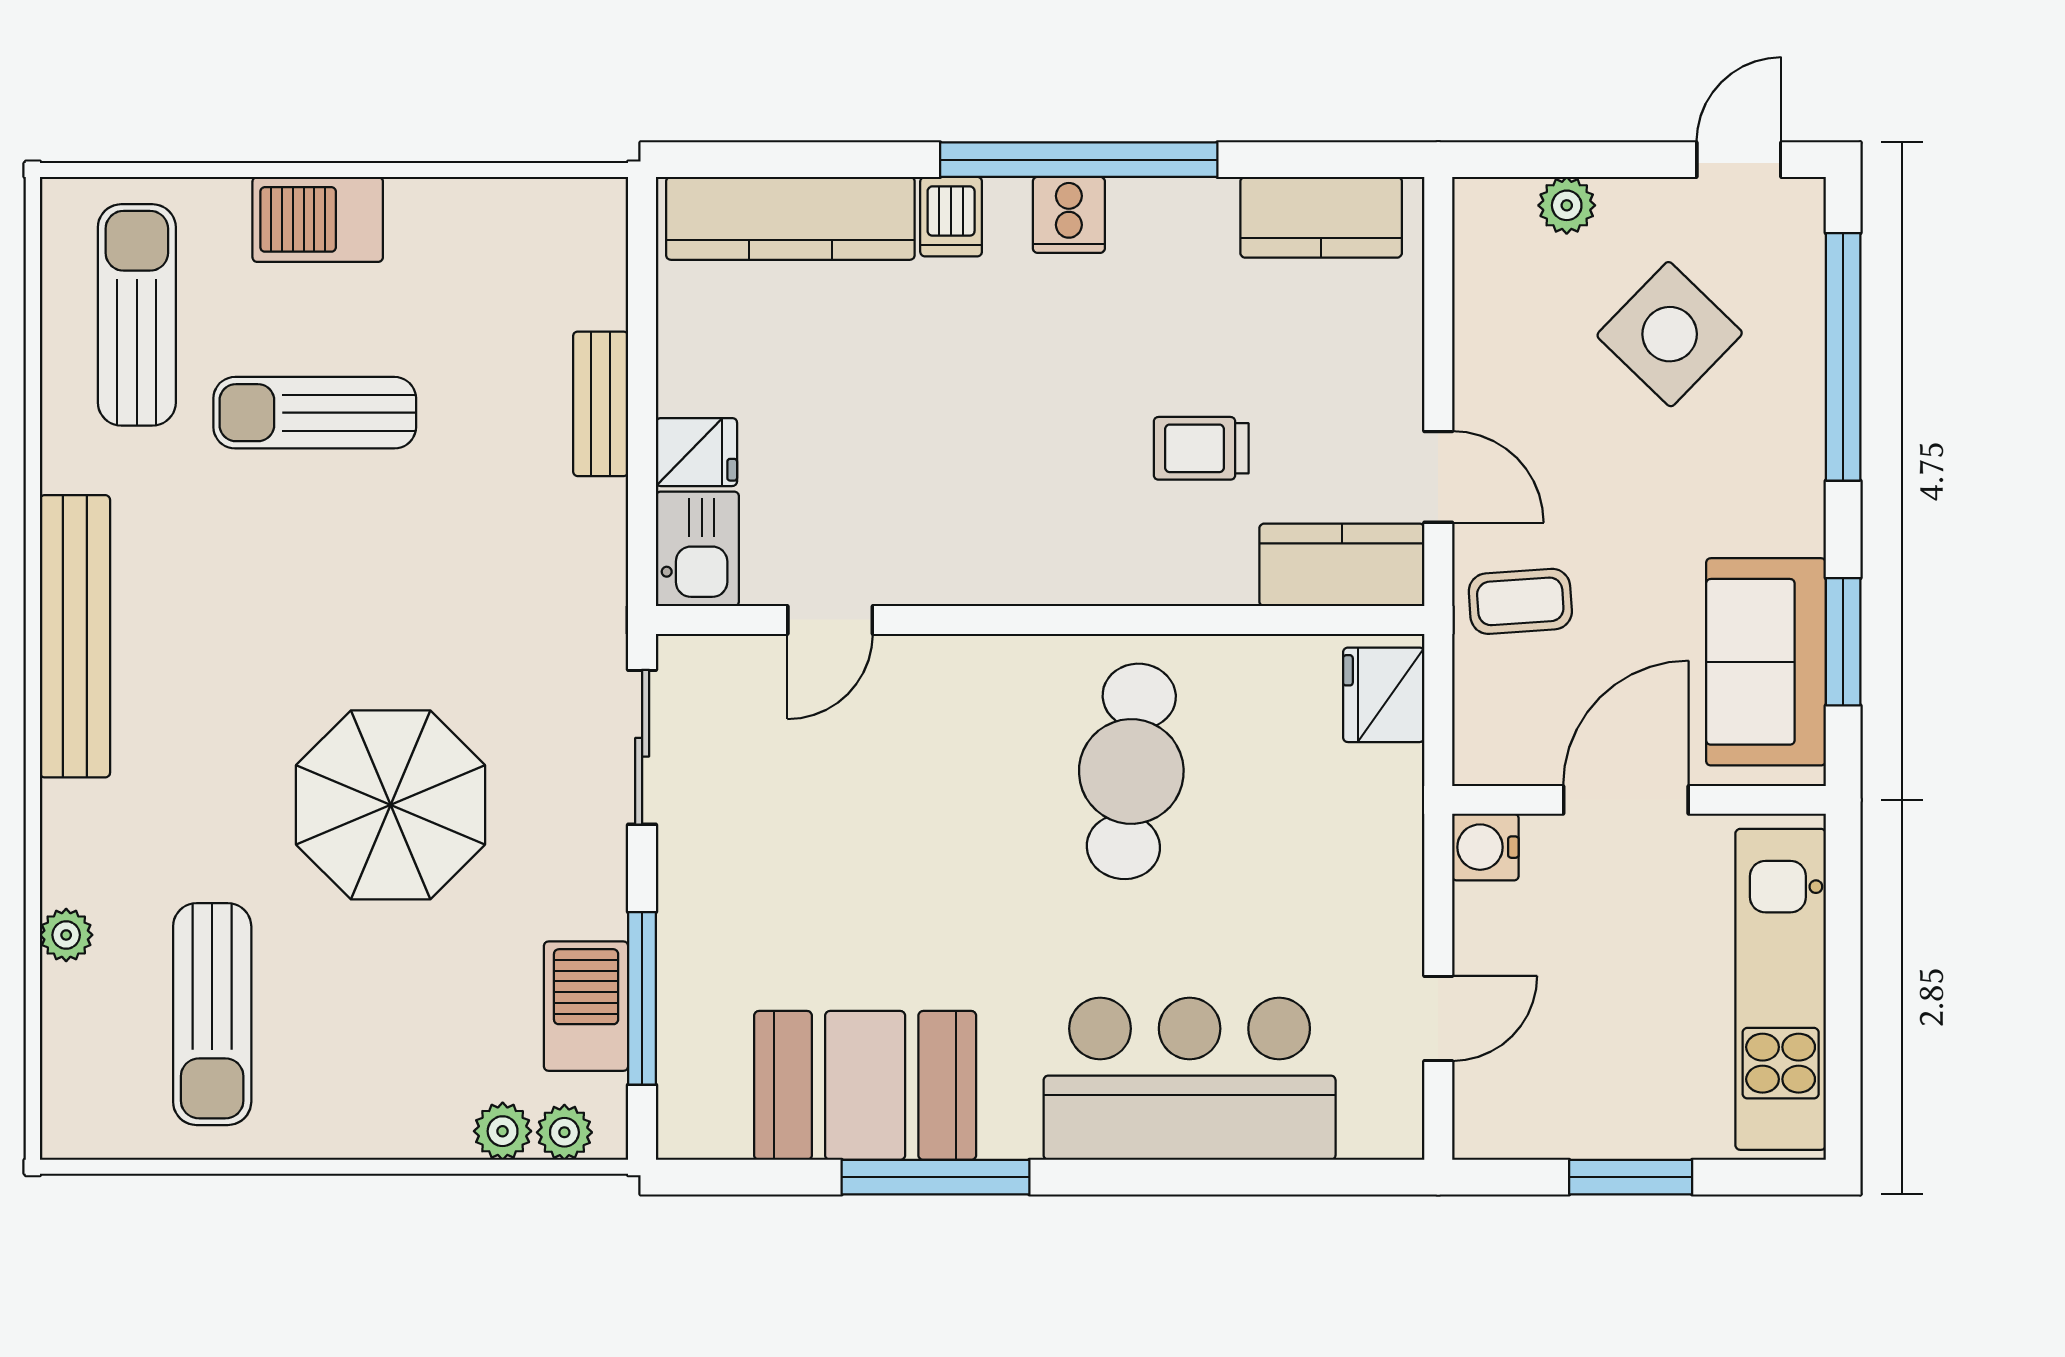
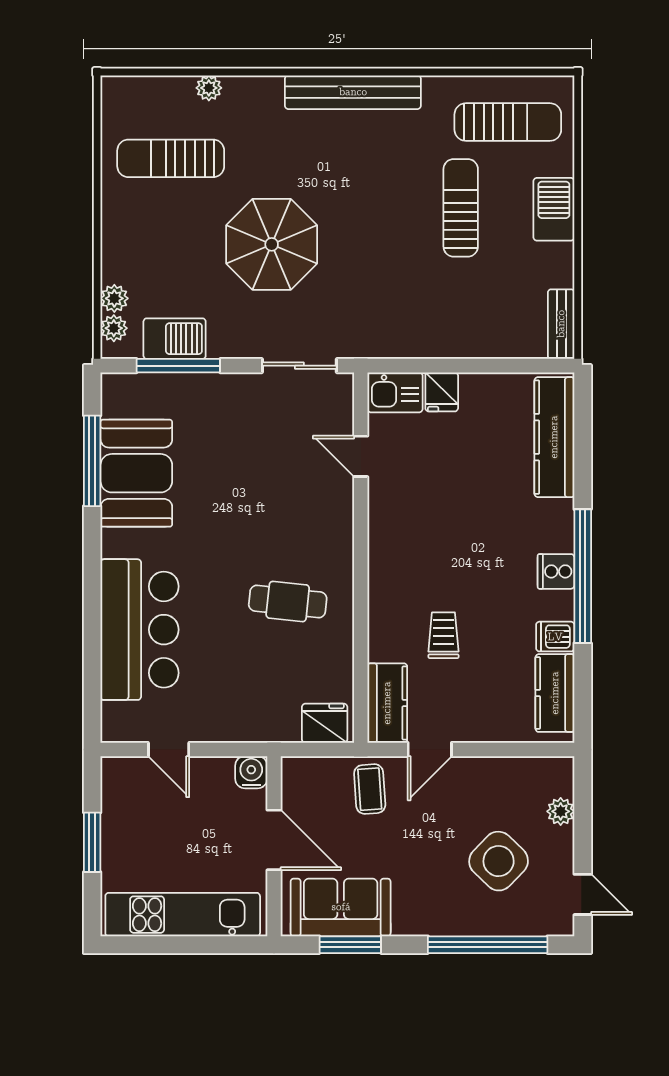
dishwasher: (951, 217) -> (555, 637), moved
bench: (601, 404) -> (561, 324), moved, turned 90
cafe table: (1131, 771) -> (288, 602), width x0.73, depth x0.74
window: (936, 1177) -> (92, 461), moved

